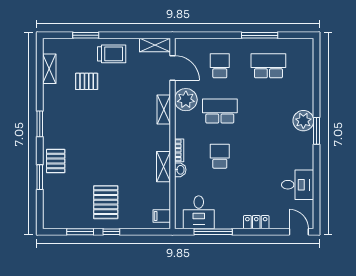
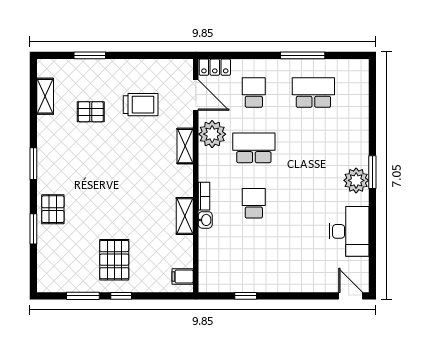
shelving: (155, 45) -> (174, 67), removed
trolley: (112, 54) -> (141, 105), moved
plant: (303, 121) -> (356, 180), moved
desk: (298, 185) -> (349, 231), width x1.37
desk: (199, 212) -> (228, 272), removed
locker: (256, 222) -> (215, 67), moved, turned 180
window: (213, 232) -> (246, 296), width x0.46

